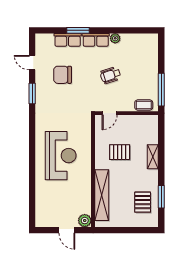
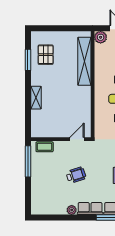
pallet: (120, 152) -> (67, 102), removed

